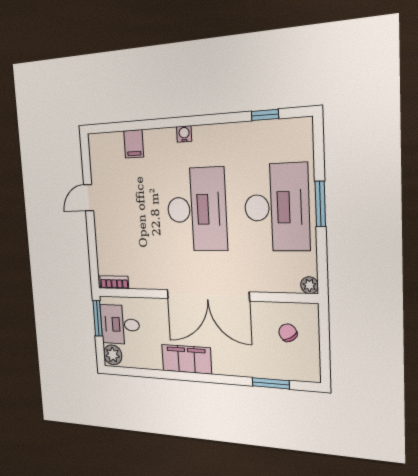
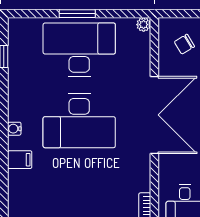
filing cabinet: (134, 144) -> (20, 160), moved
desk: (197, 209) -> (79, 121), turned 180

